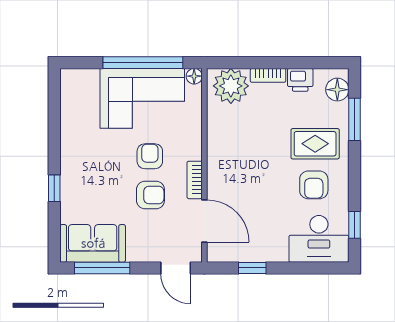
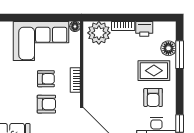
window: (143, 63) -> (41, 18), removed
floor lamp: (337, 90) -> (168, 48), moved
armchair: (150, 156) -> (46, 79), turned 90
bookcase: (195, 180) -> (75, 80), moved

